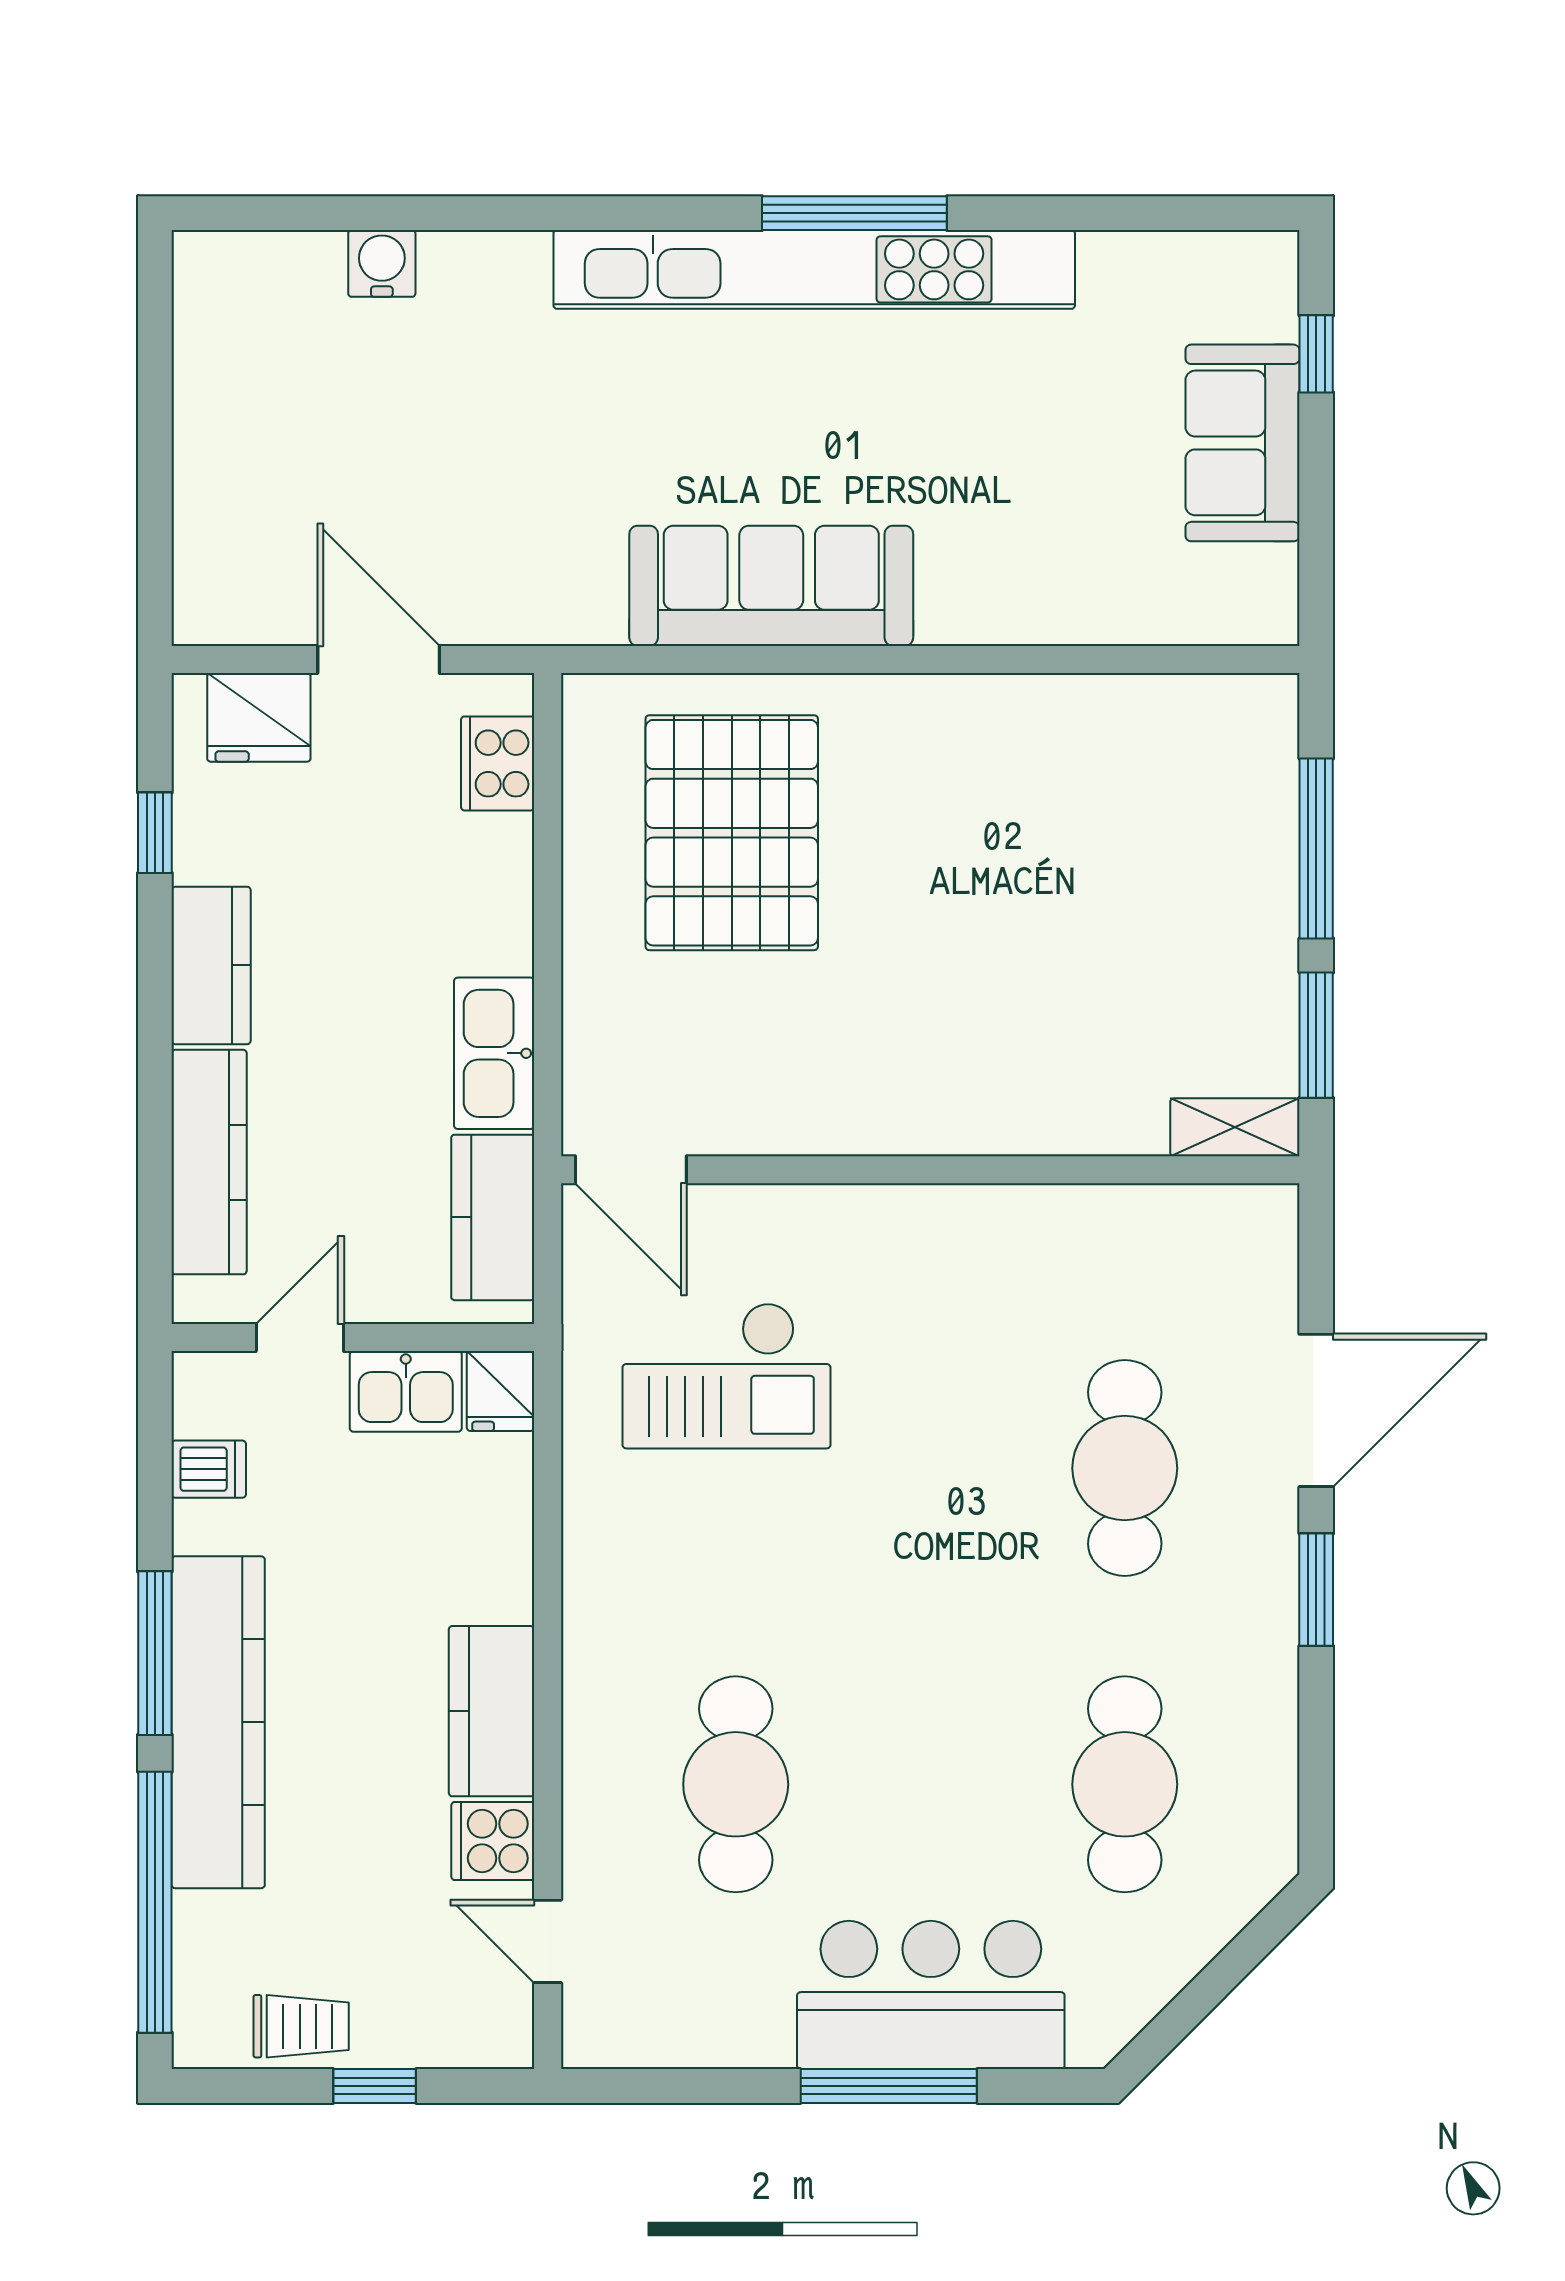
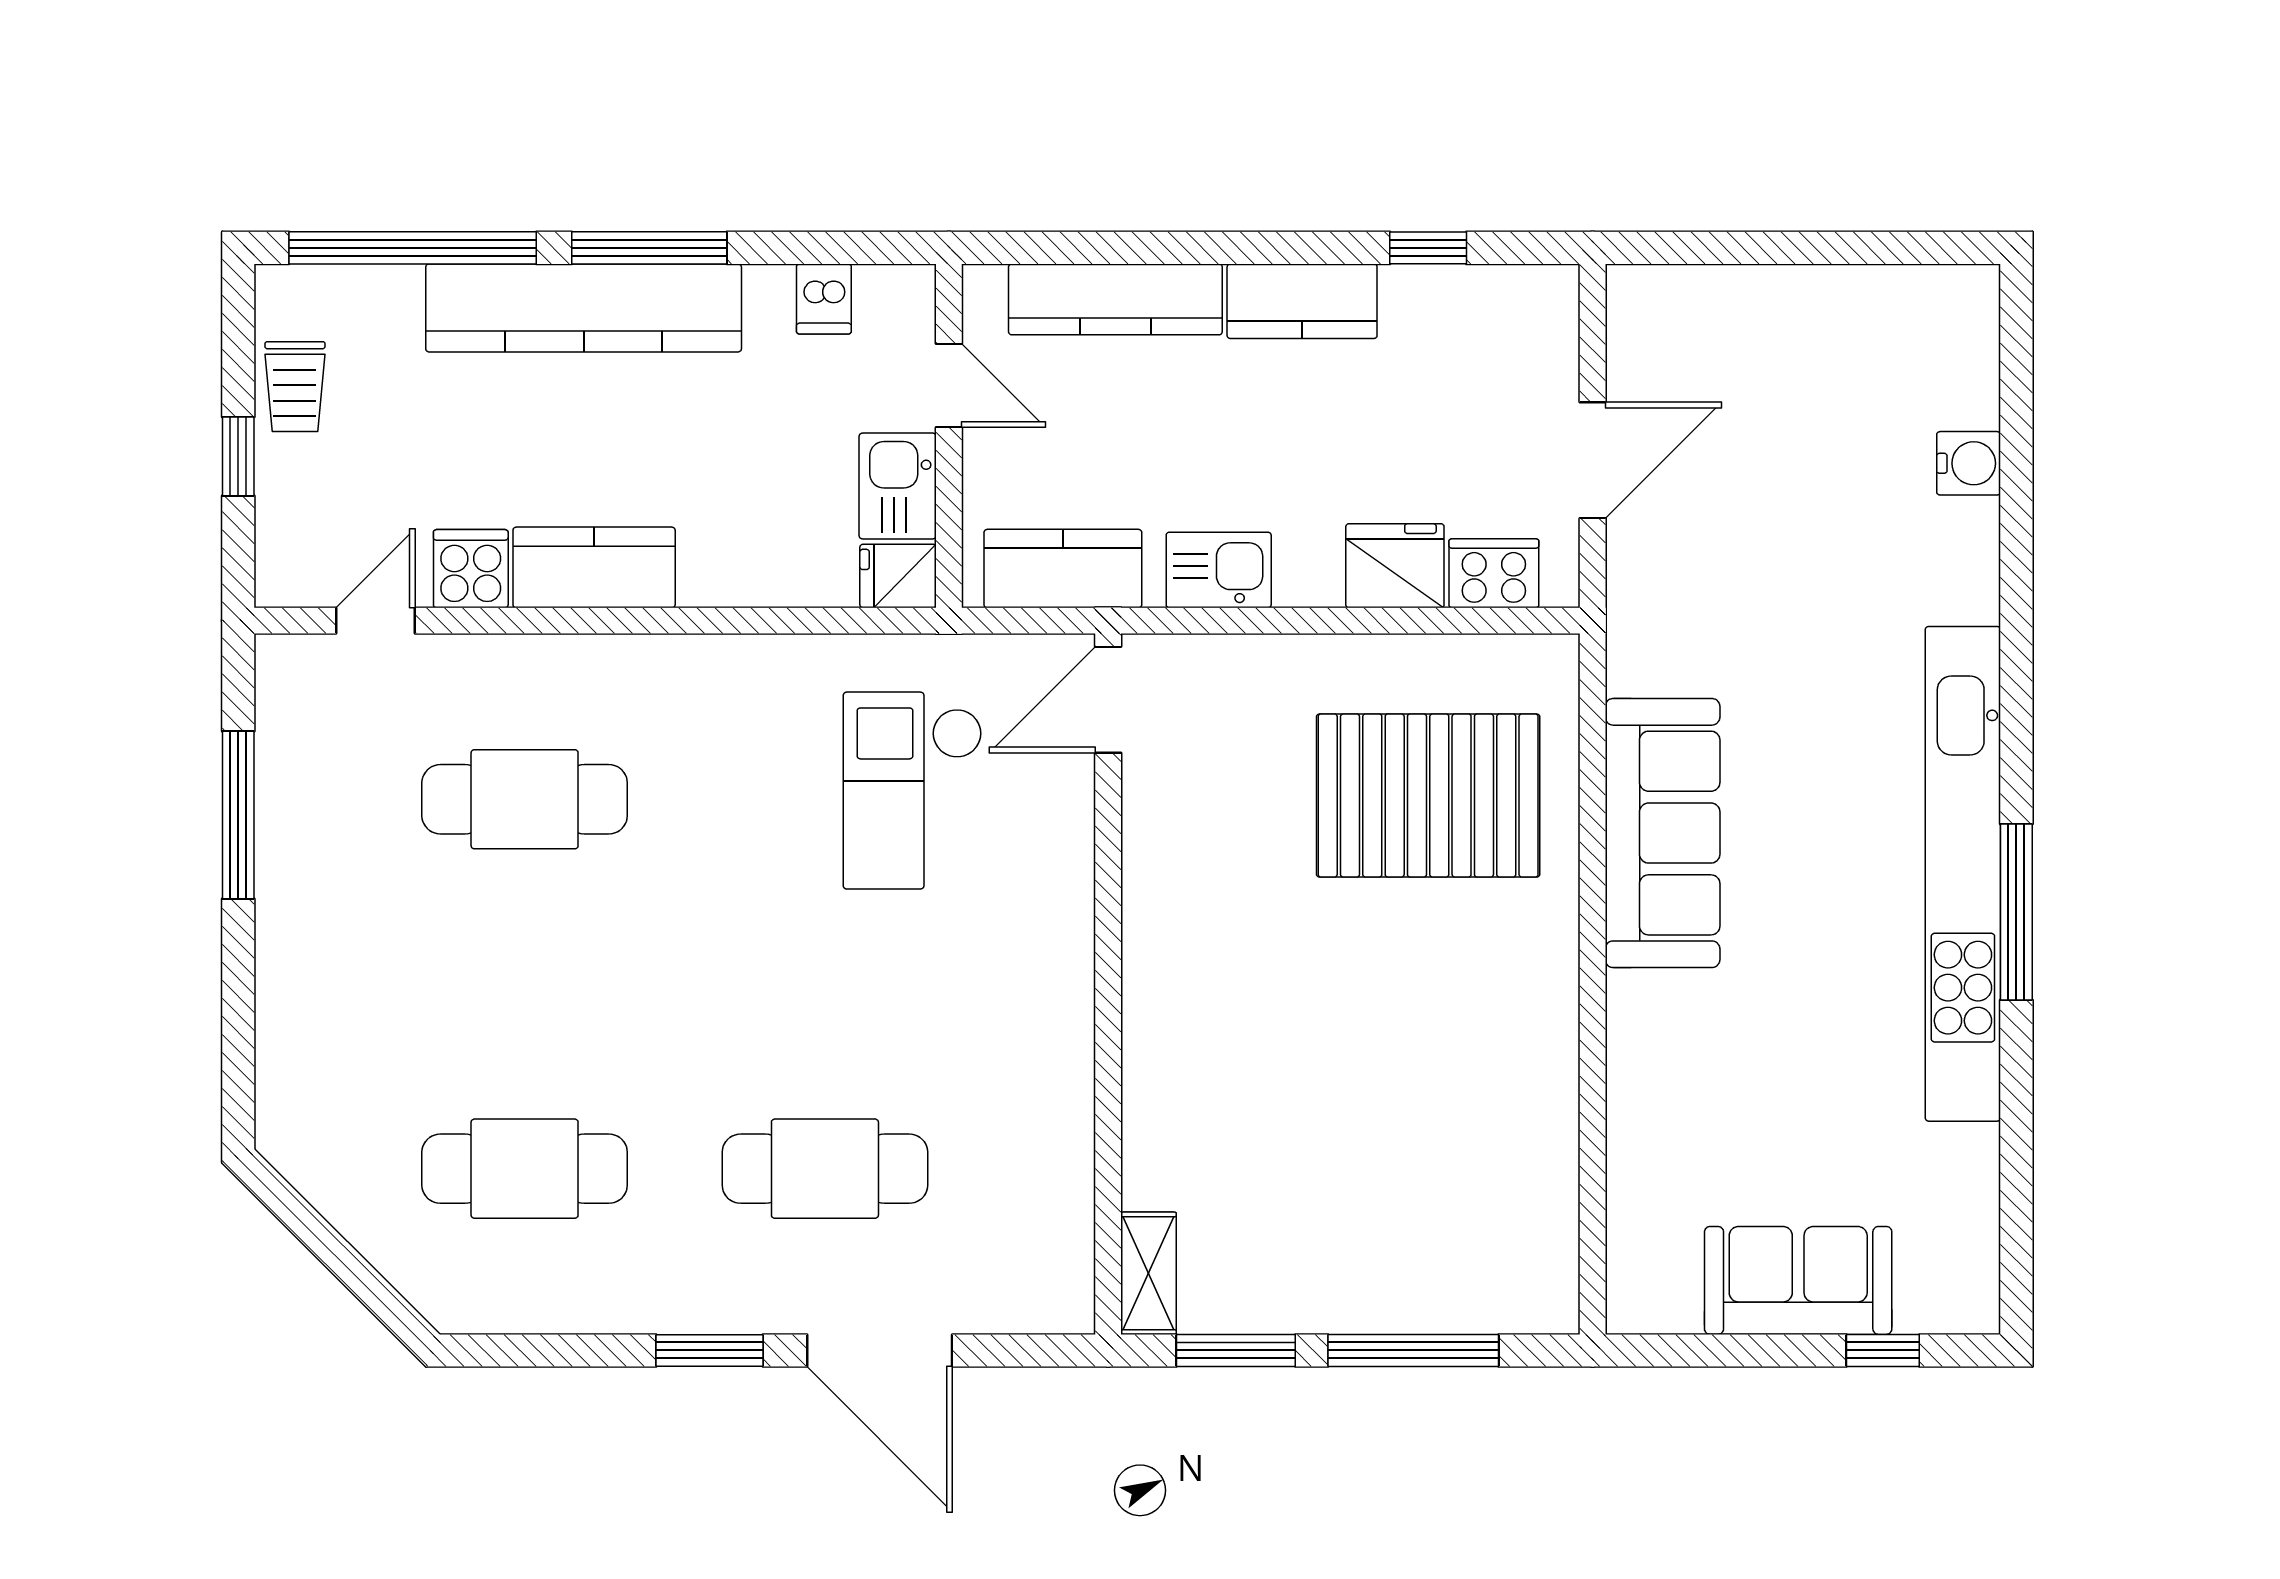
fridge: (259, 717) -> (1395, 566), moved, turned 90
kitchen sink: (494, 1053) -> (1219, 570), width x0.73
bar counter: (931, 1995) -> (325, 985), removed
window: (889, 2086) -> (238, 815), moved

